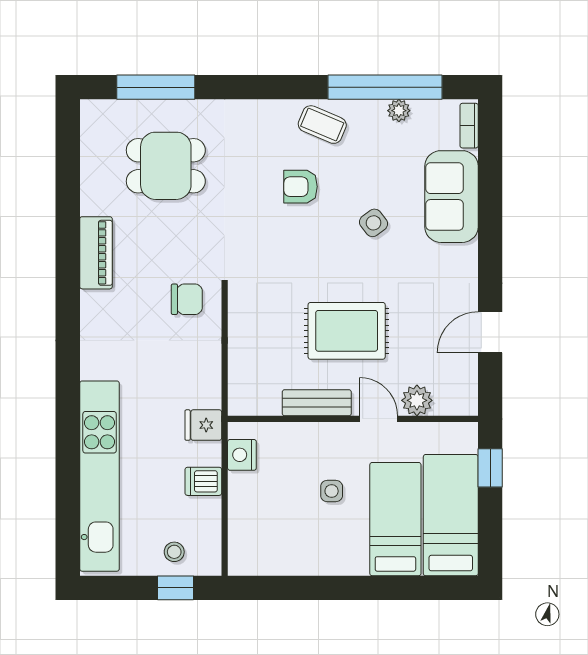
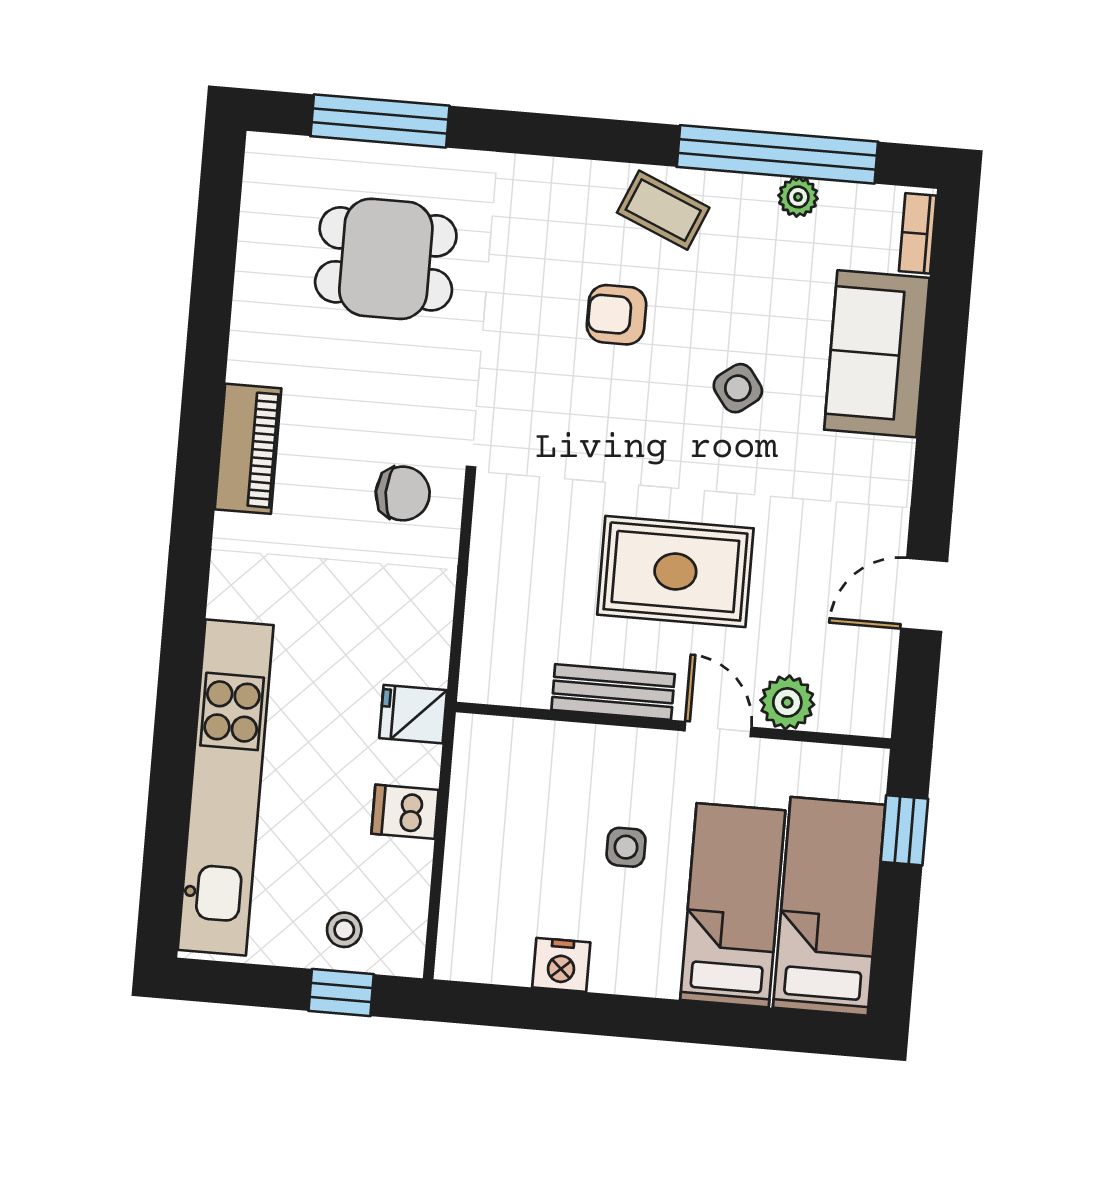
piano: (96, 253) -> (248, 449), moved
nightstand: (242, 455) -> (561, 965), moved, turned -90

